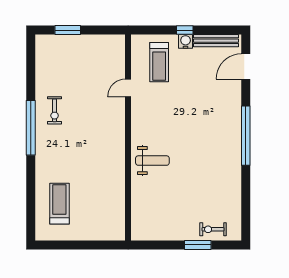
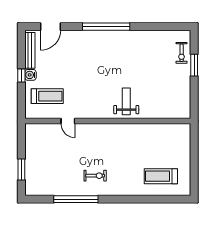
door: (246, 66) -> (51, 27), hinge flipped
exercise bike: (55, 110) -> (95, 176), moved
window: (31, 128) -> (76, 199), moved

